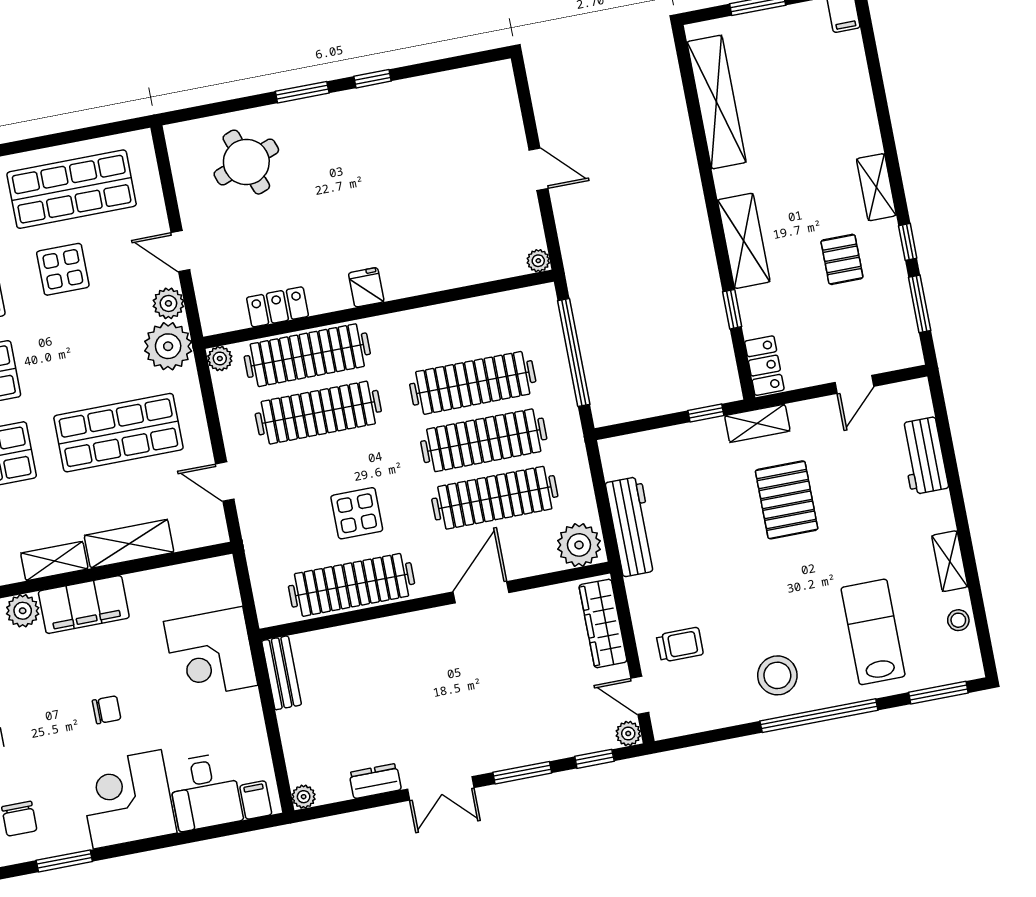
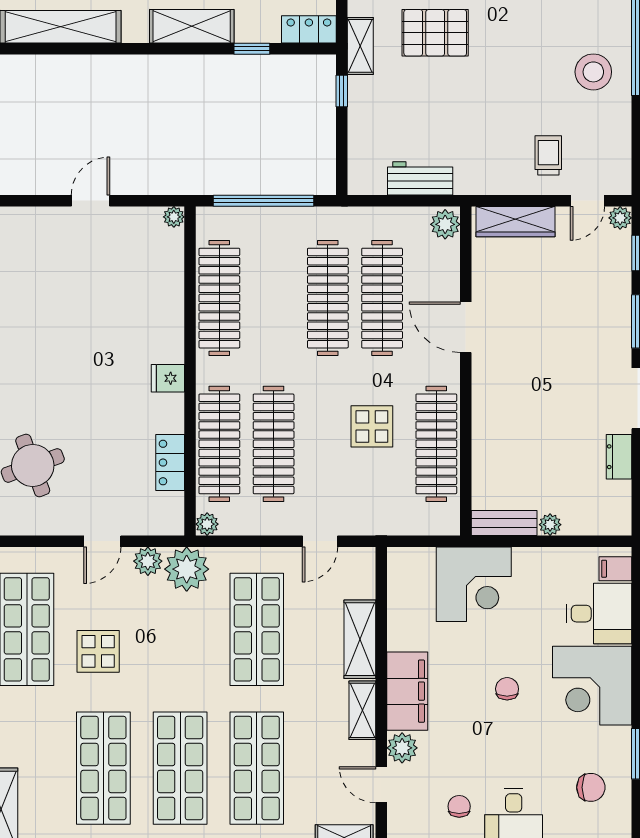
clothes rail: (473, 383) -> (219, 298), moved
workbench: (632, 526) -> (420, 178), width x0.73
plant: (579, 545) -> (445, 224), width x0.73, depth x0.73
plant: (304, 797) -> (550, 525), moved

